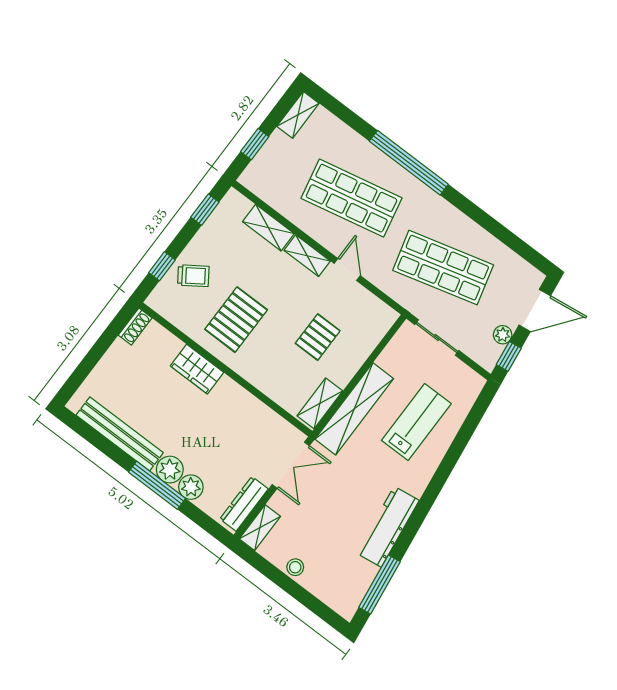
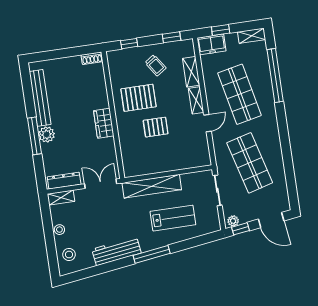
window: (409, 163) -> (275, 76), moved
freezer: (261, 172) -> (212, 44), added
trolley: (193, 276) -> (155, 65), moved
plant: (503, 335) -> (233, 221), moved
pallet: (318, 337) -> (156, 127), moved
wardrobe: (197, 369) -> (104, 123), moved
shelving: (320, 403) -> (139, 169), removed
double door: (291, 465) -> (101, 184), swing flipped
plant: (191, 487) -> (48, 151), removed
window: (379, 585) -> (152, 254), moved
stool: (335, 586) -> (69, 255), added

